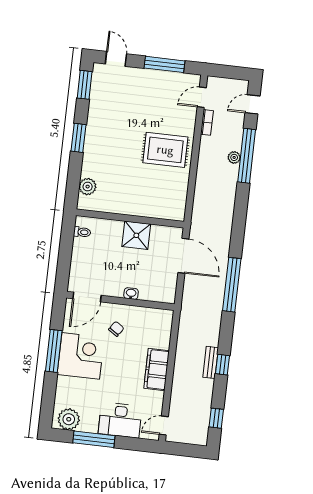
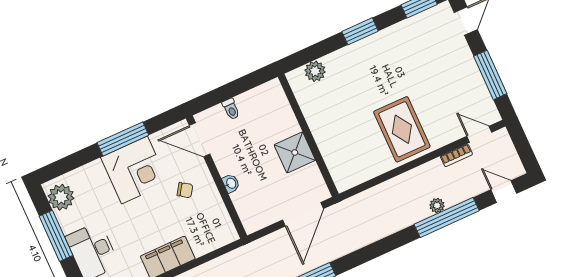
toilet: (82, 232) -> (231, 109), moved

